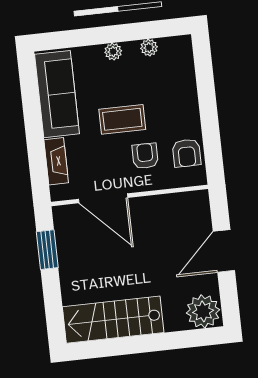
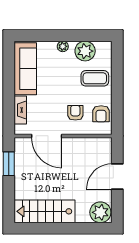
plant: (149, 48) -> (85, 51), width x1.87, depth x1.87
coffee table: (122, 119) -> (95, 78), moved

